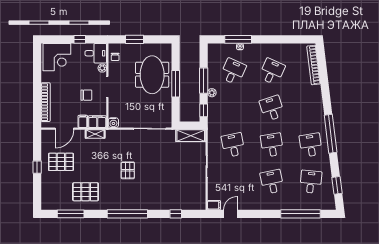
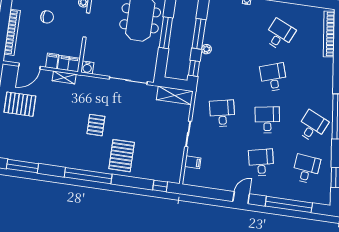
desk: (233, 72) -> (235, 28), removed
chair: (86, 95) -> (47, 17), moved
desk: (311, 145) -> (312, 126), turned 33
pallet: (86, 192) -> (122, 156), moved, turned 90
filing cabinet: (214, 205) -> (193, 162), moved
window: (176, 214) -> (160, 186), moved
door: (230, 214) -> (241, 198), moved

